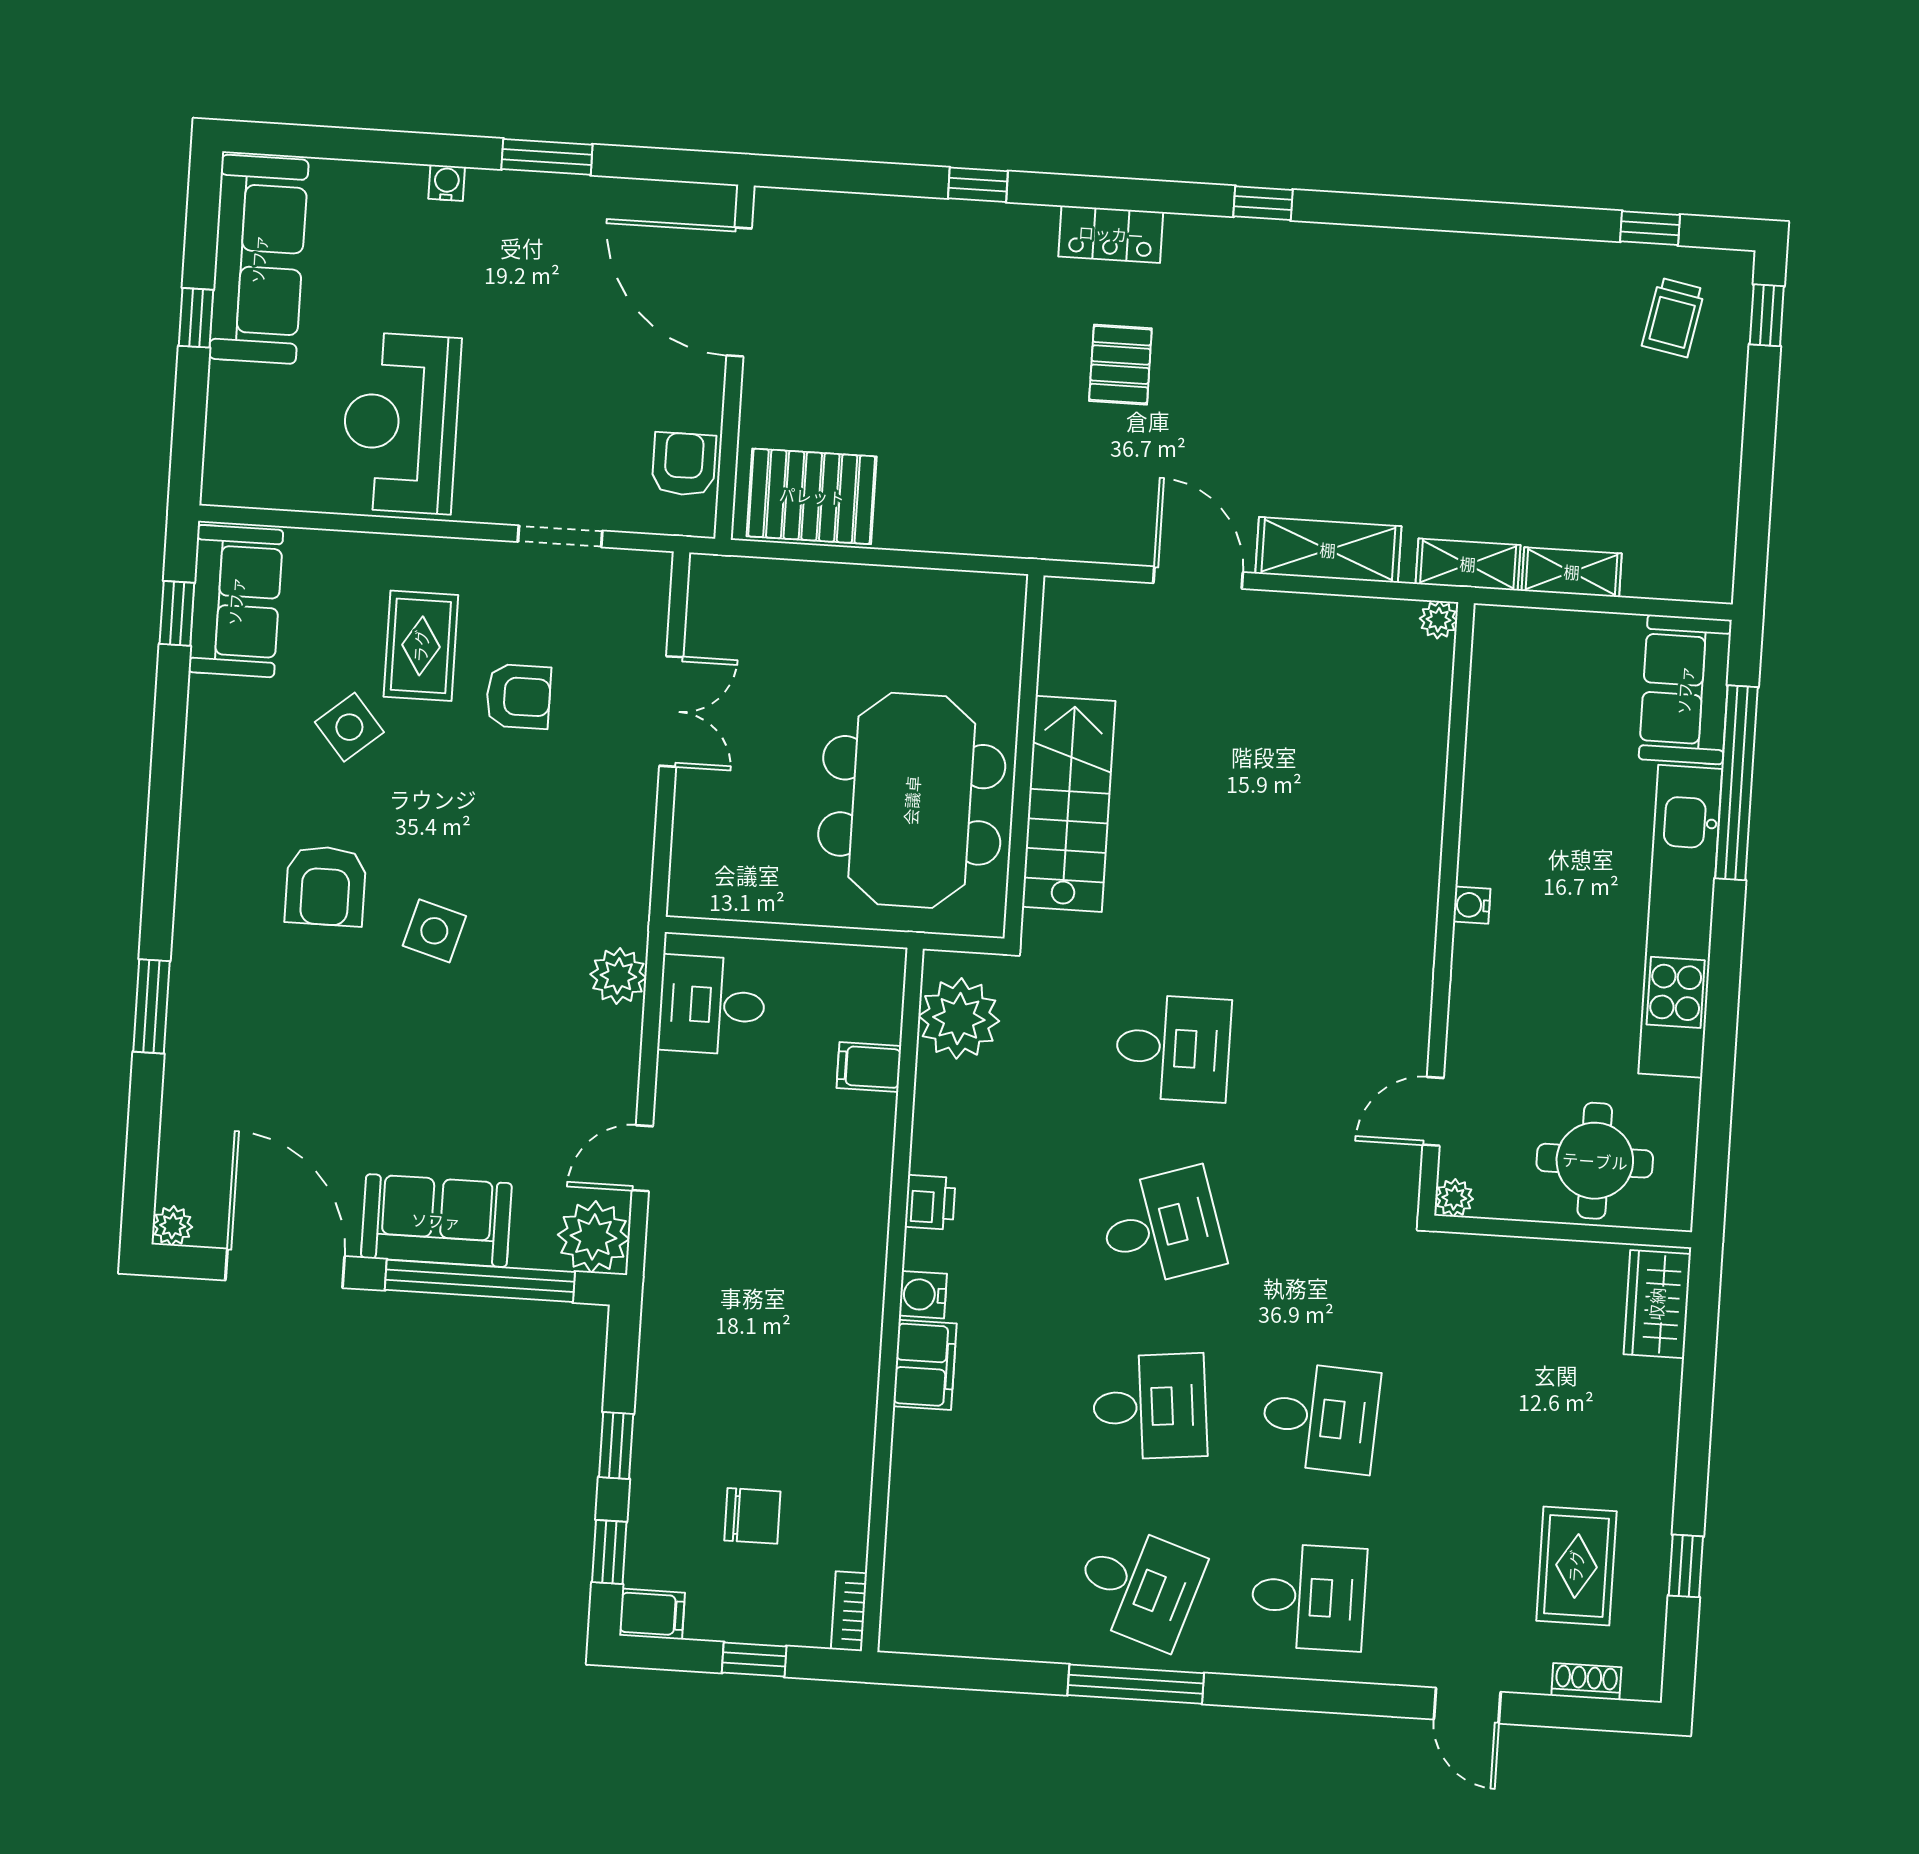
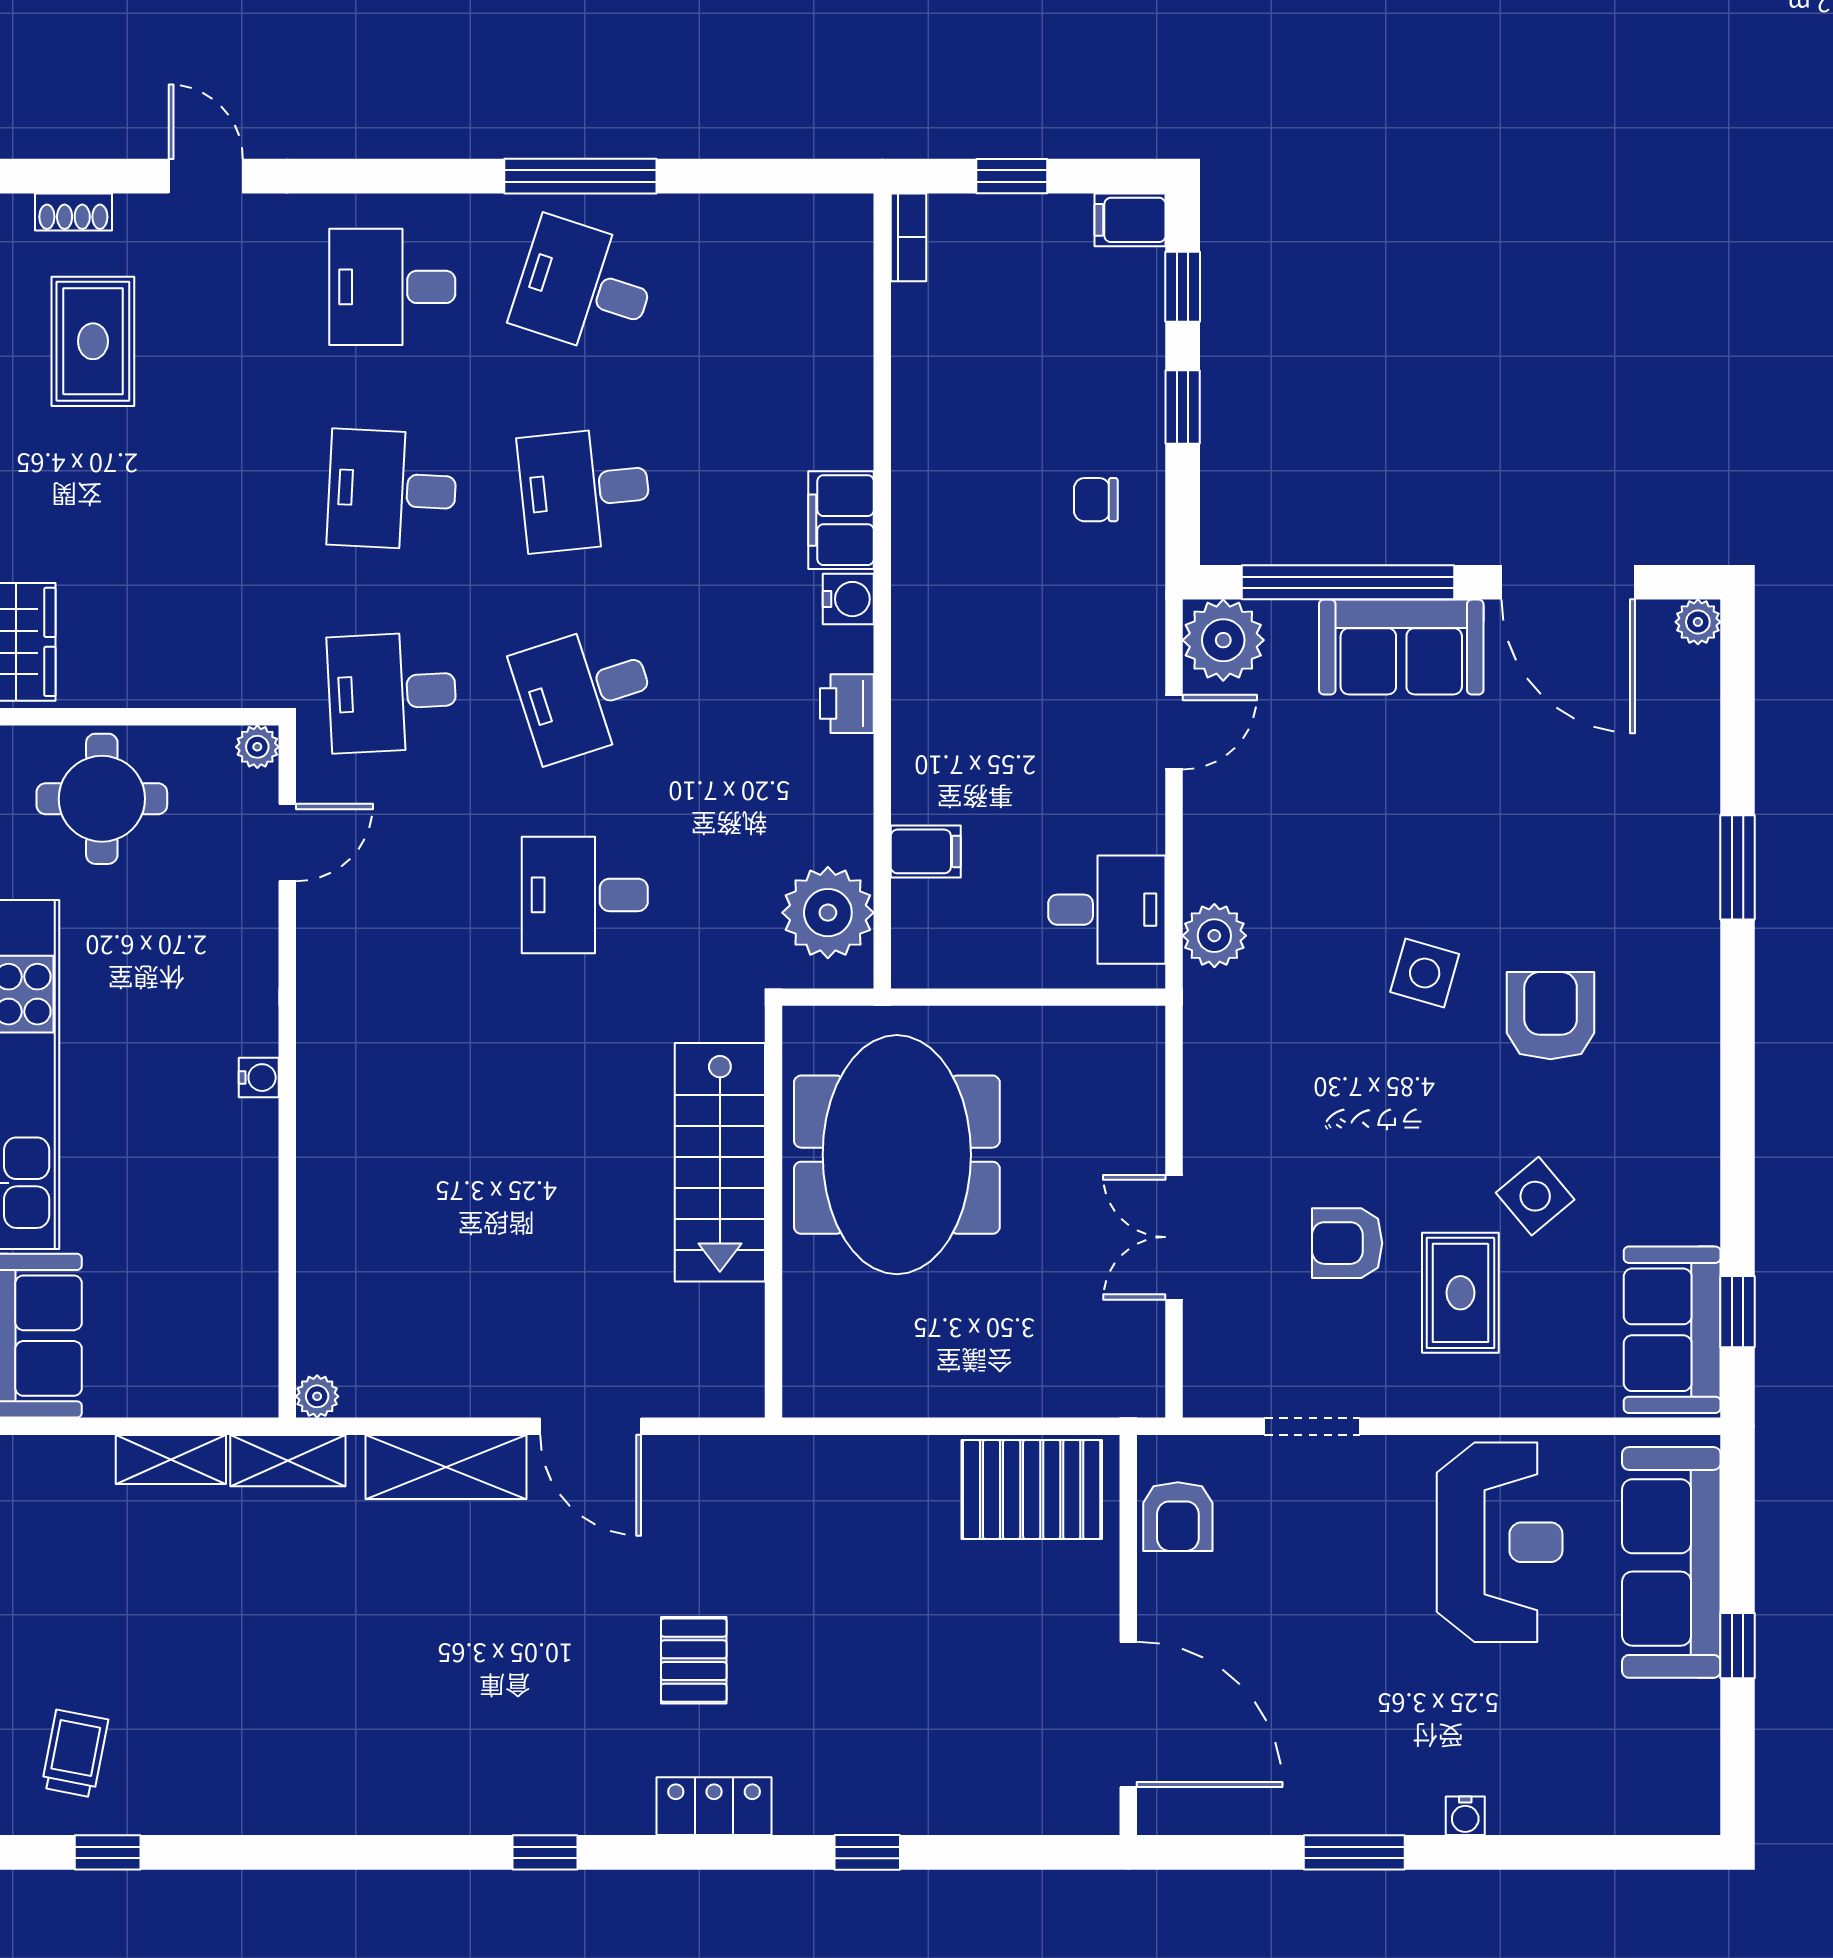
sofa: (259, 259) -> (1671, 1562), moved
desk: (1332, 1238) -> (392, 692), added
chair: (752, 1516) -> (1096, 500), moved, width x0.73, depth x0.73

